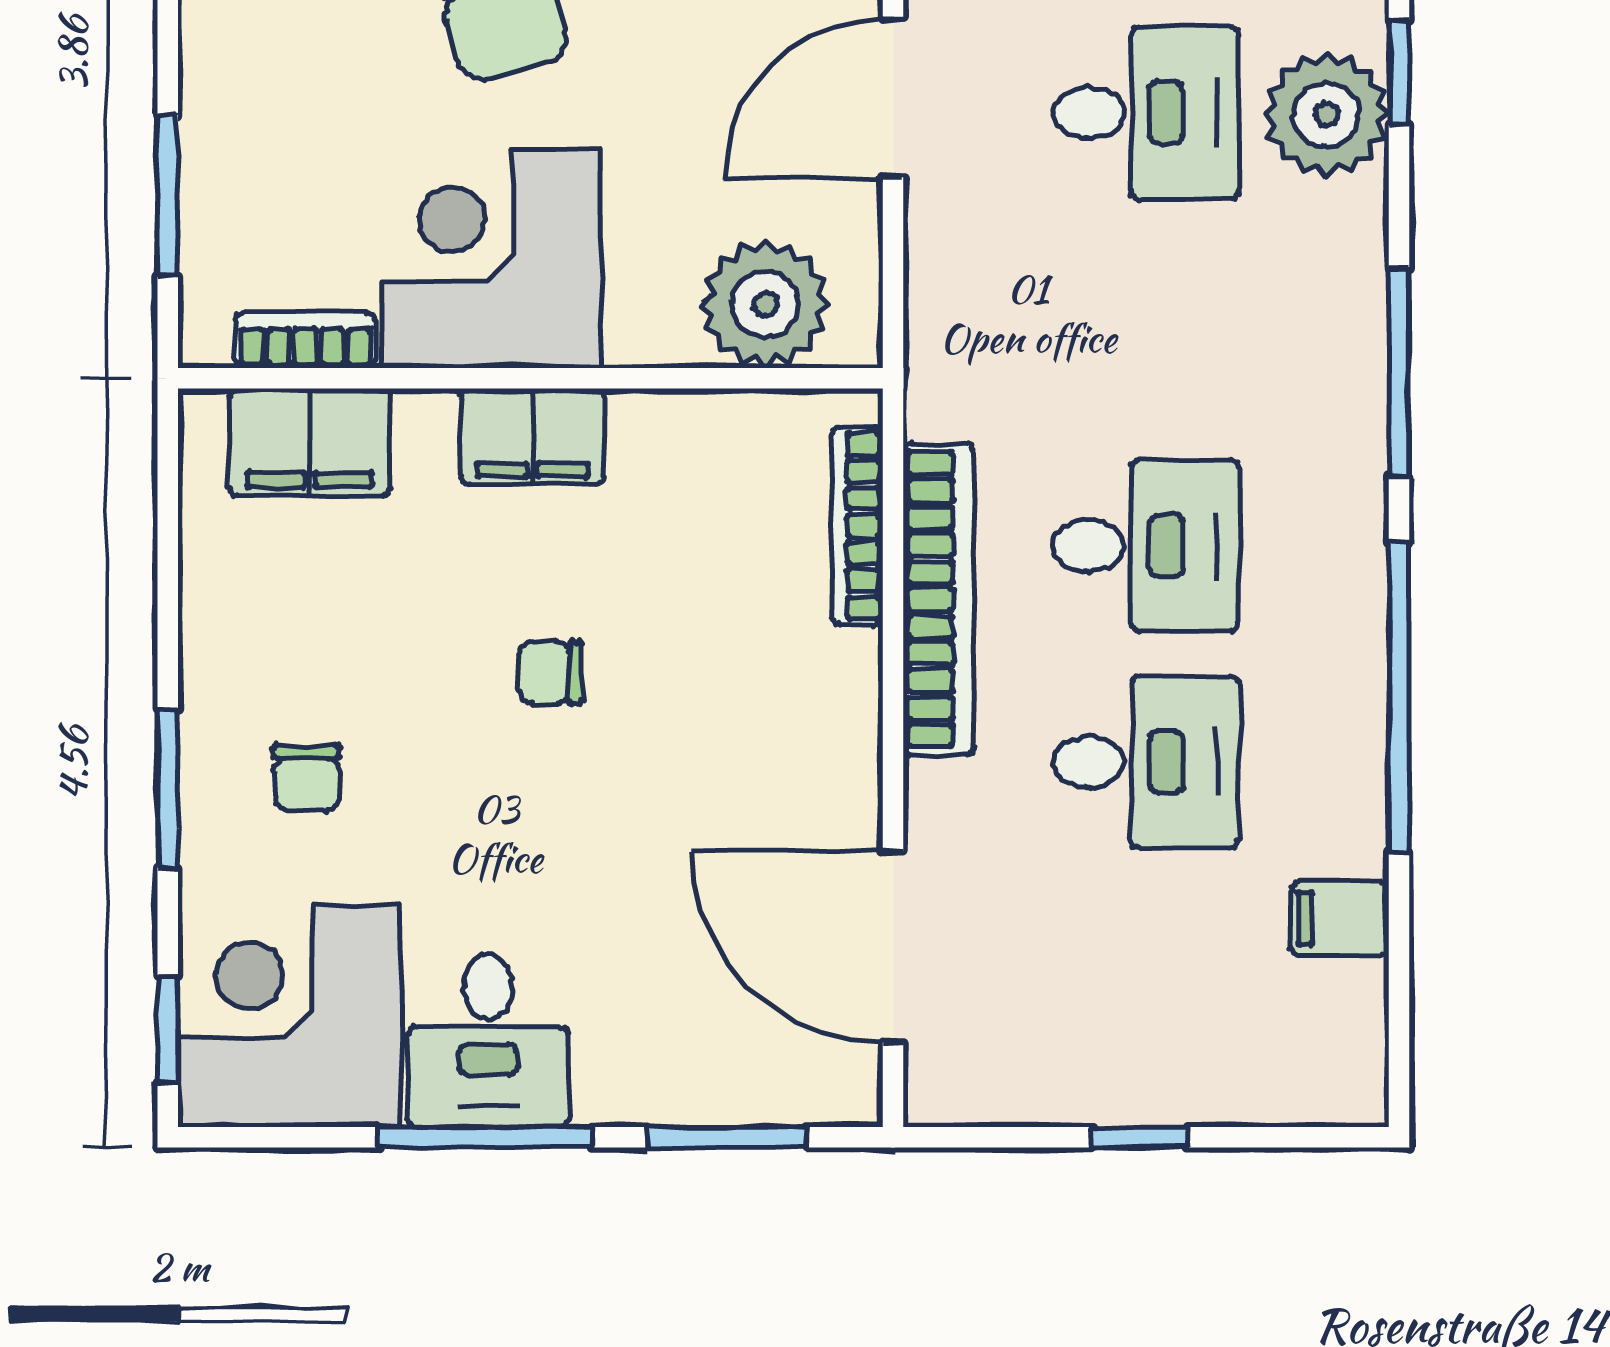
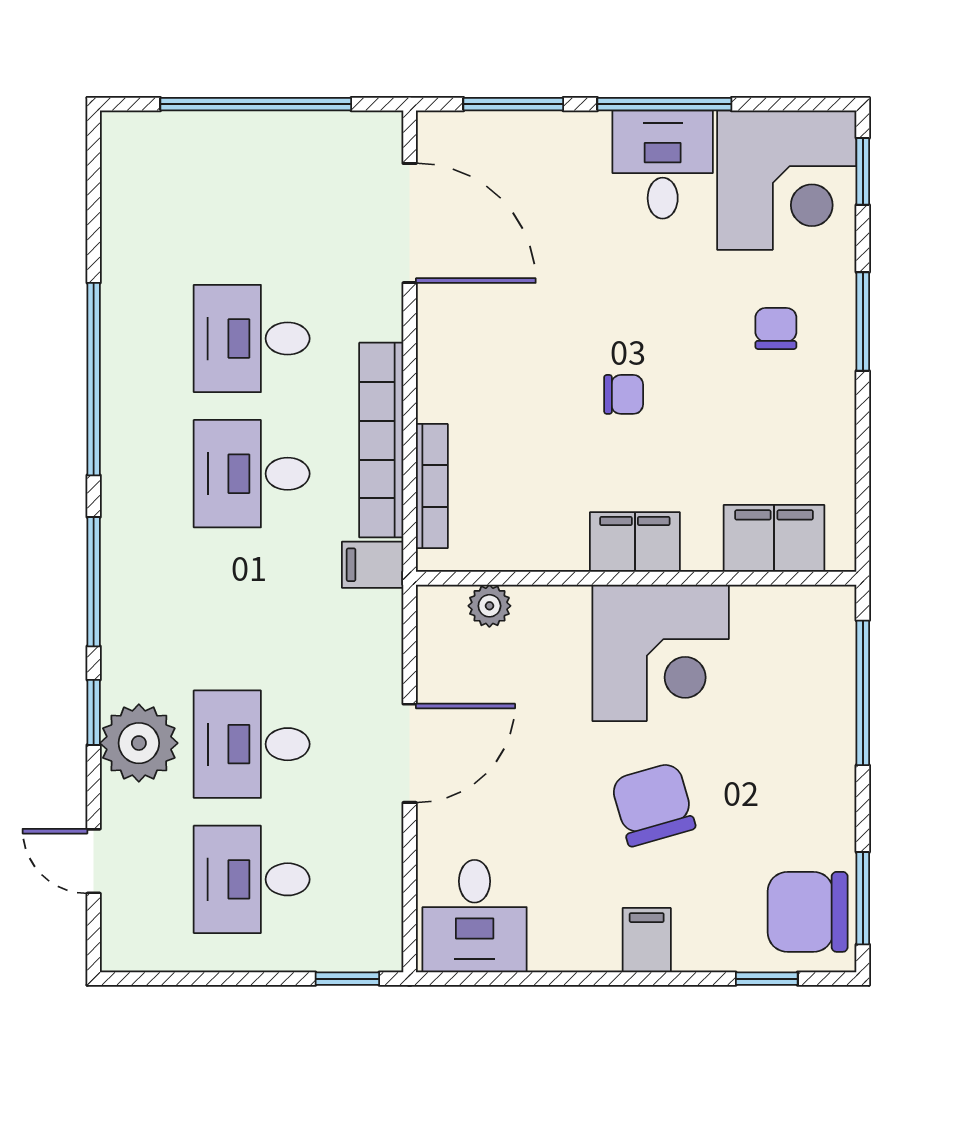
window: (1399, 73) -> (94, 712), moved
window: (168, 195) -> (863, 693), width x1.44
plant: (765, 304) -> (489, 606), width x0.53, depth x0.53
bookcase: (305, 340) -> (777, 602), removed
filing cabinet: (1340, 919) -> (373, 565), moved, turned 180
window: (1139, 1137) -> (256, 104), width x3.17

